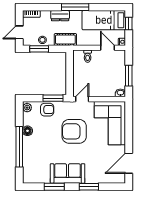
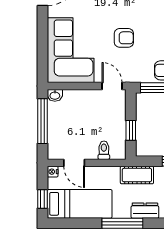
window: (70, 69) -> (131, 130), added
window: (129, 76) -> (42, 121), width x1.44
door: (82, 99) -> (112, 86), swing flipped
armchair: (74, 131) -> (124, 38), width x0.53, depth x0.53

